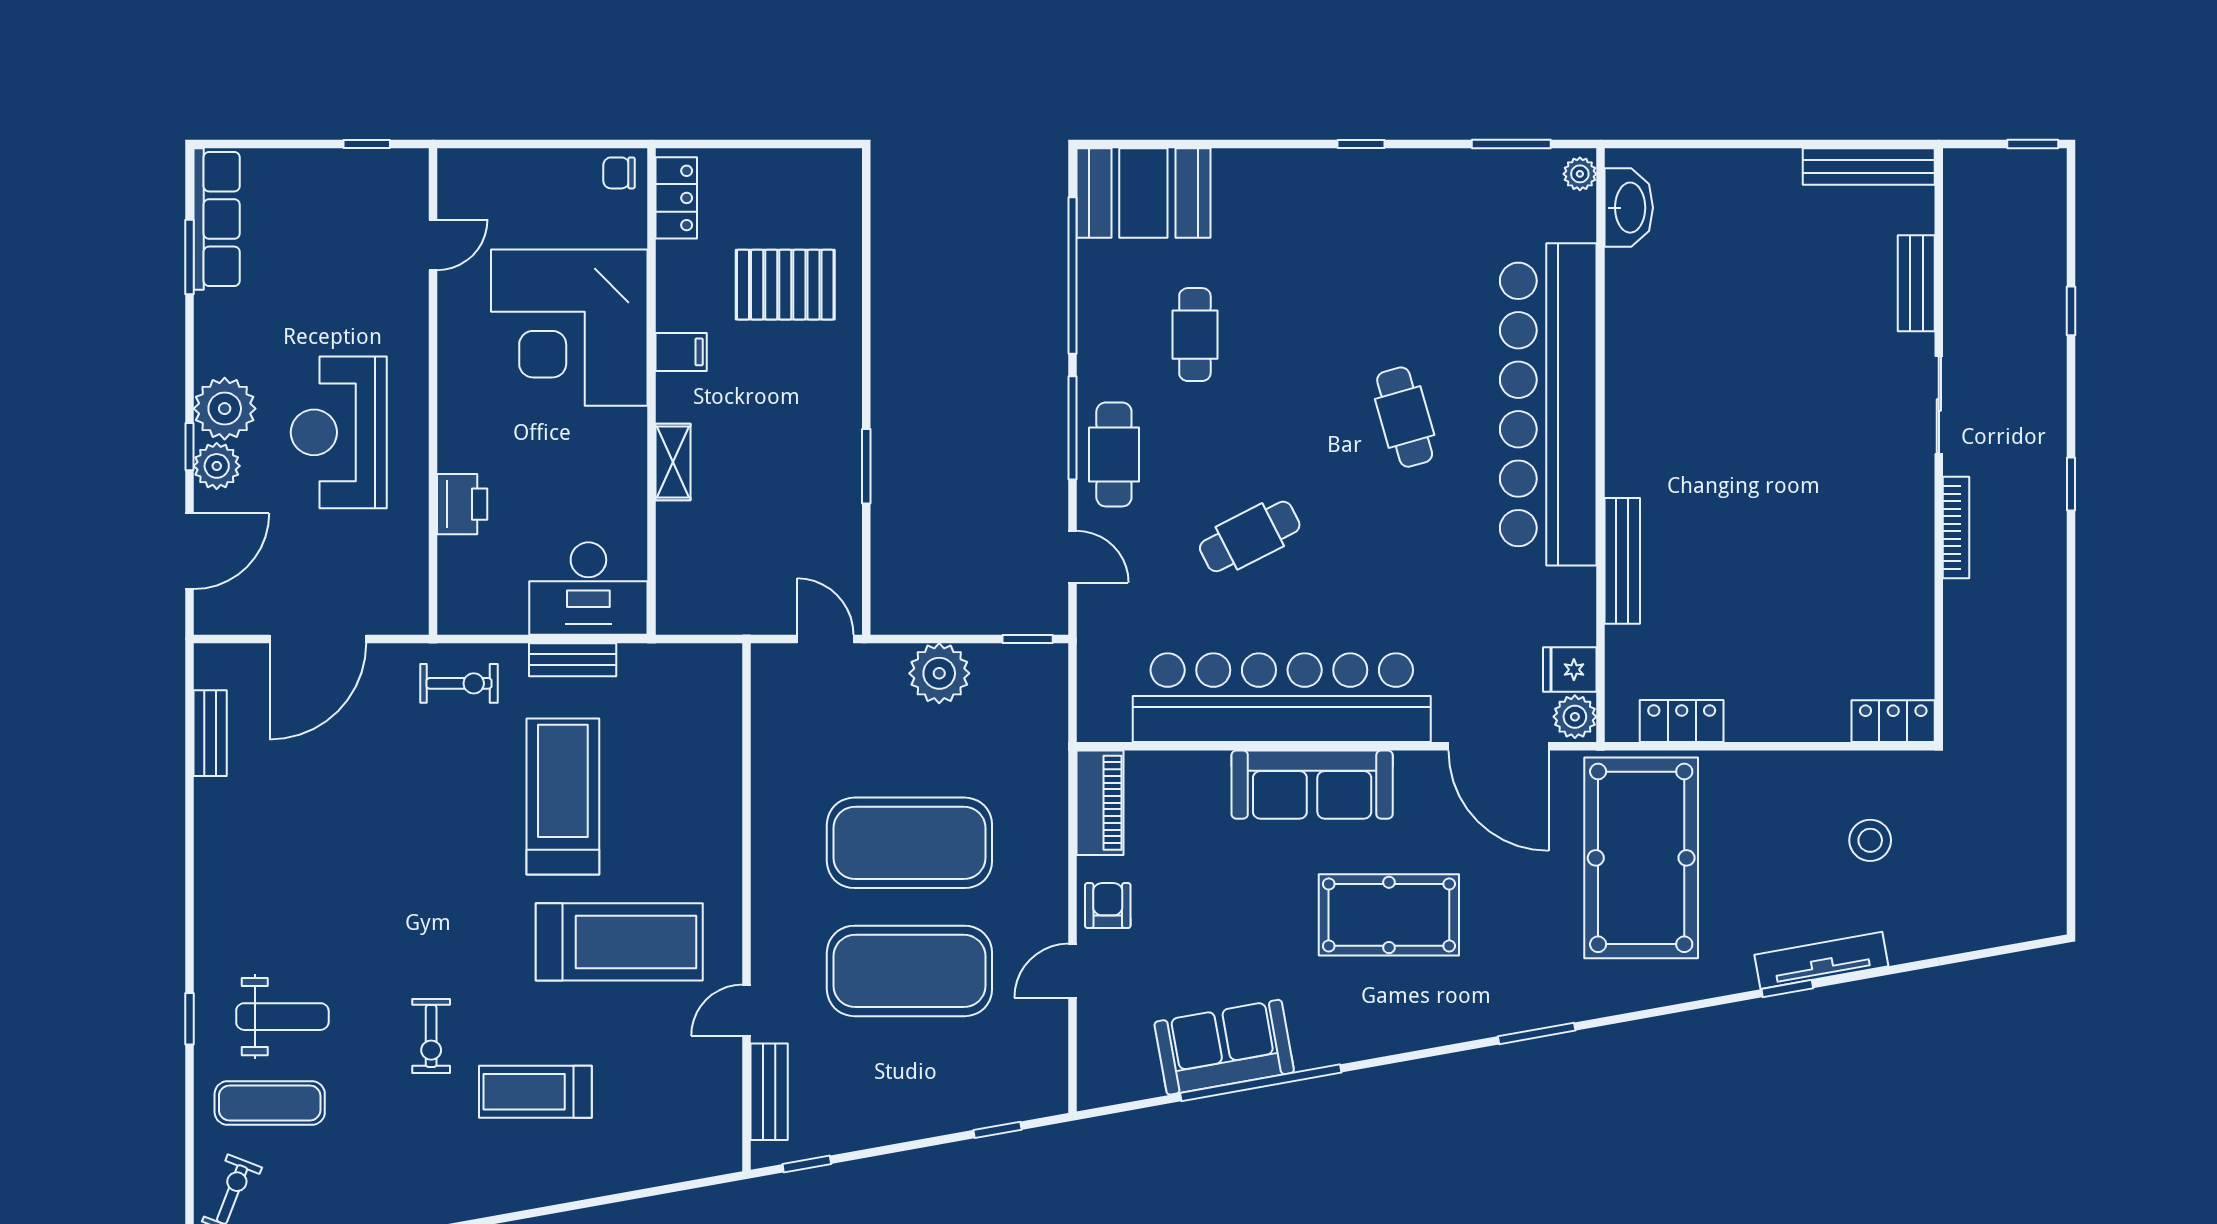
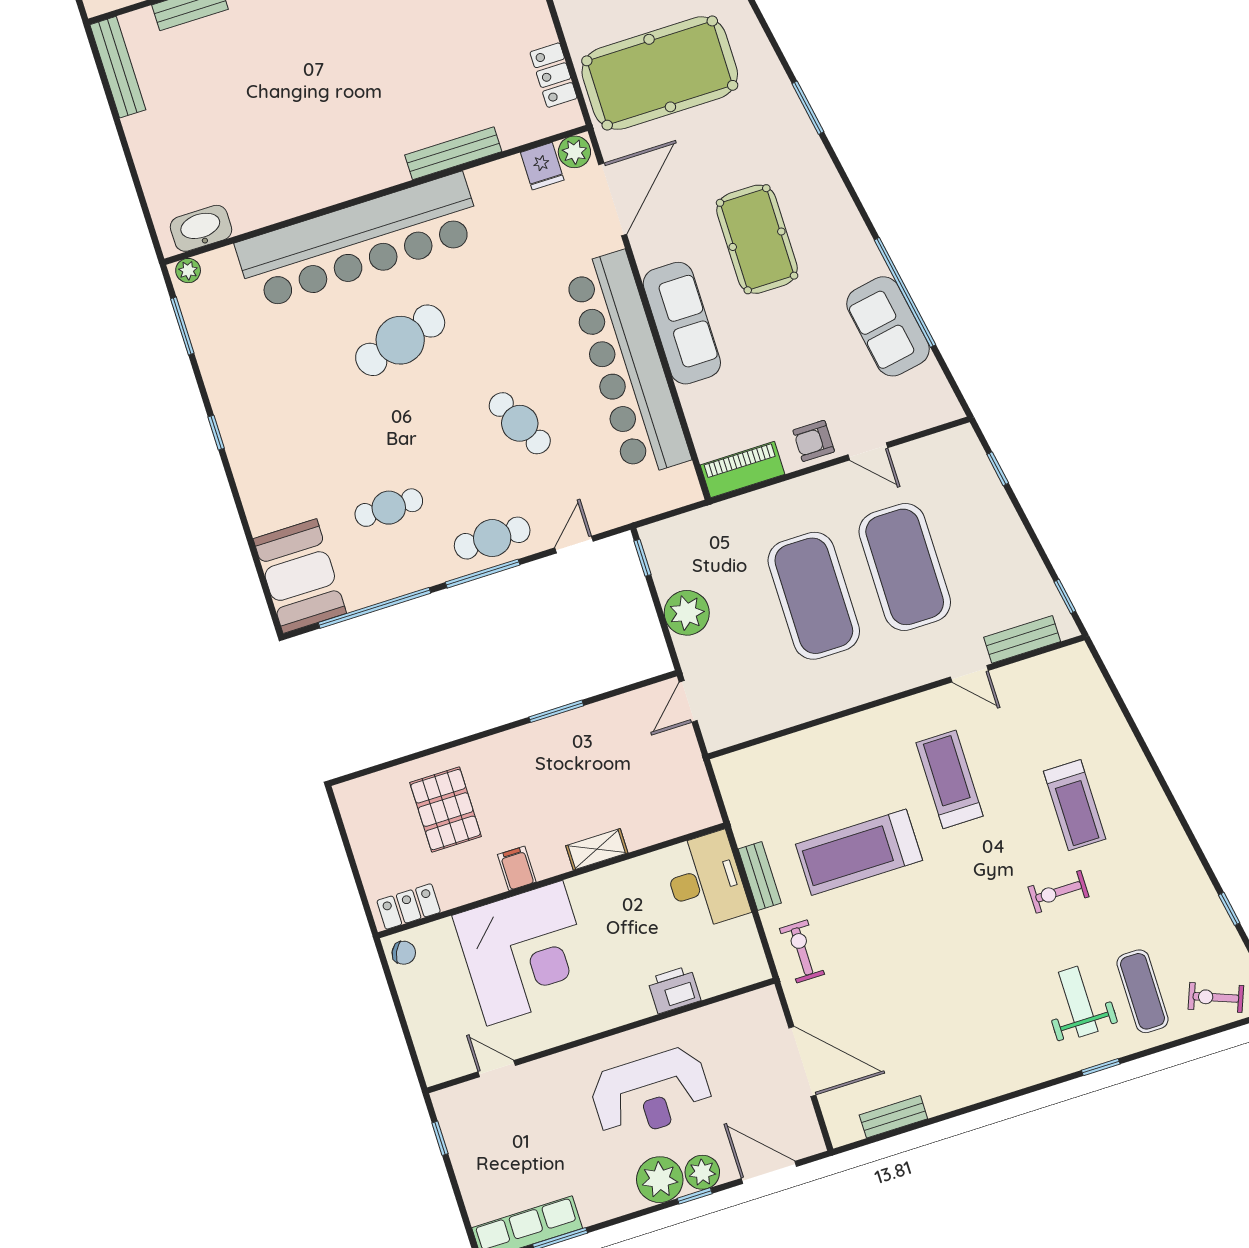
chair: (619, 173) -> (404, 953), turned -64
cafe table: (1405, 417) -> (400, 340), width x1.37, depth x1.35
treadmill: (619, 942) -> (949, 779), width x0.73, depth x0.73
exercise bike: (431, 1036) -> (1059, 892), turned 180

